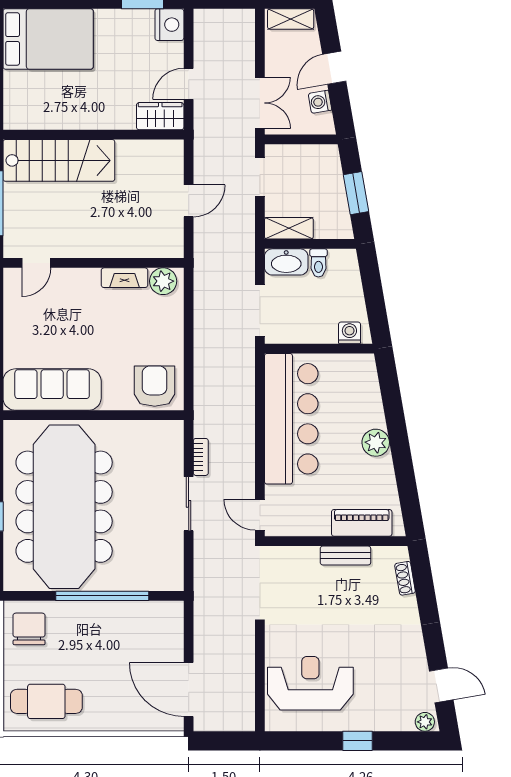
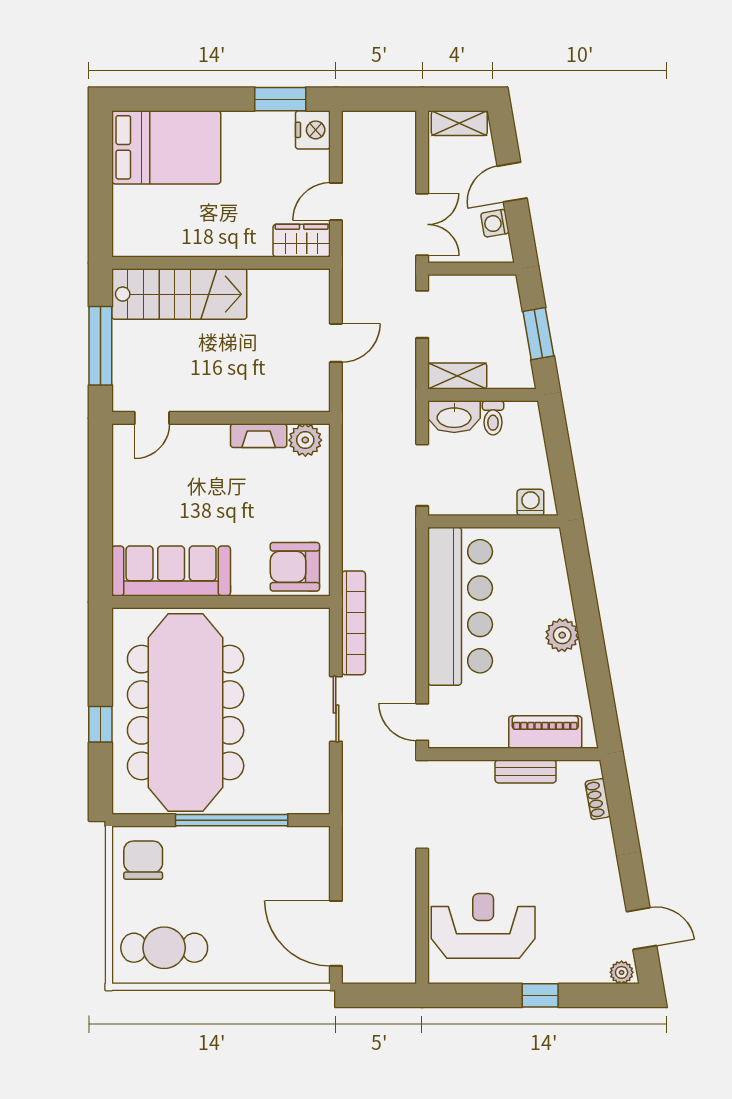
armchair: (155, 386) -> (295, 567), turned -90
bookcase: (201, 457) -> (353, 623), width x2.31, depth x1.31

